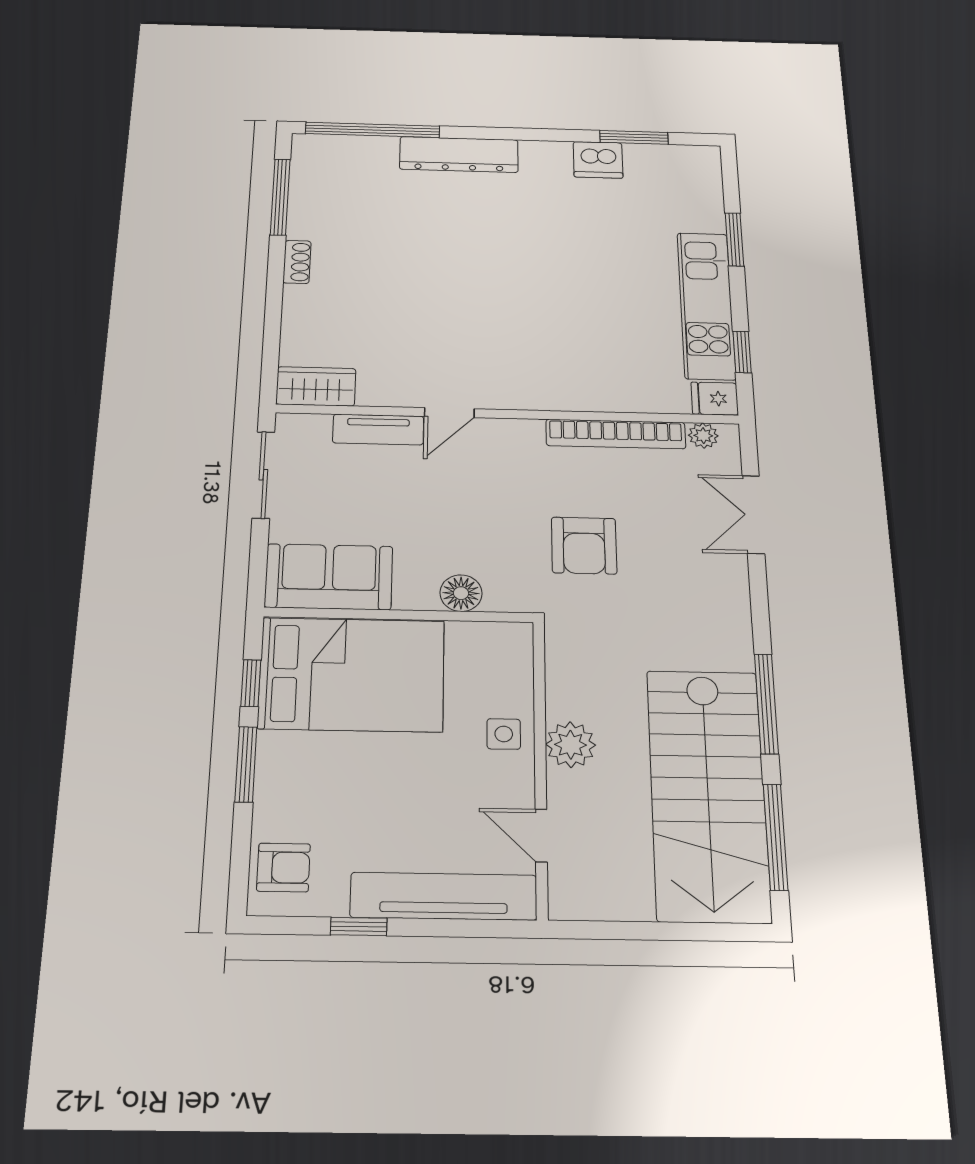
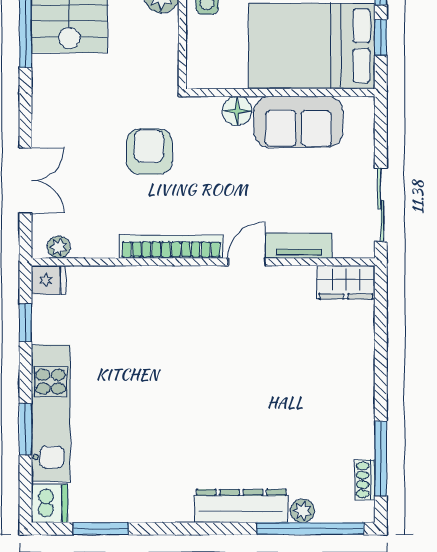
plant: (382, 148) -> (302, 511), added
dishwasher: (598, 160) -> (50, 503), moved, turned 90
shoe rack: (297, 262) -> (365, 480), moved
kitchen unit: (706, 305) -> (51, 413), moved
bookcase: (616, 434) -> (171, 247), moved
sofa: (329, 577) -> (298, 122), moved

